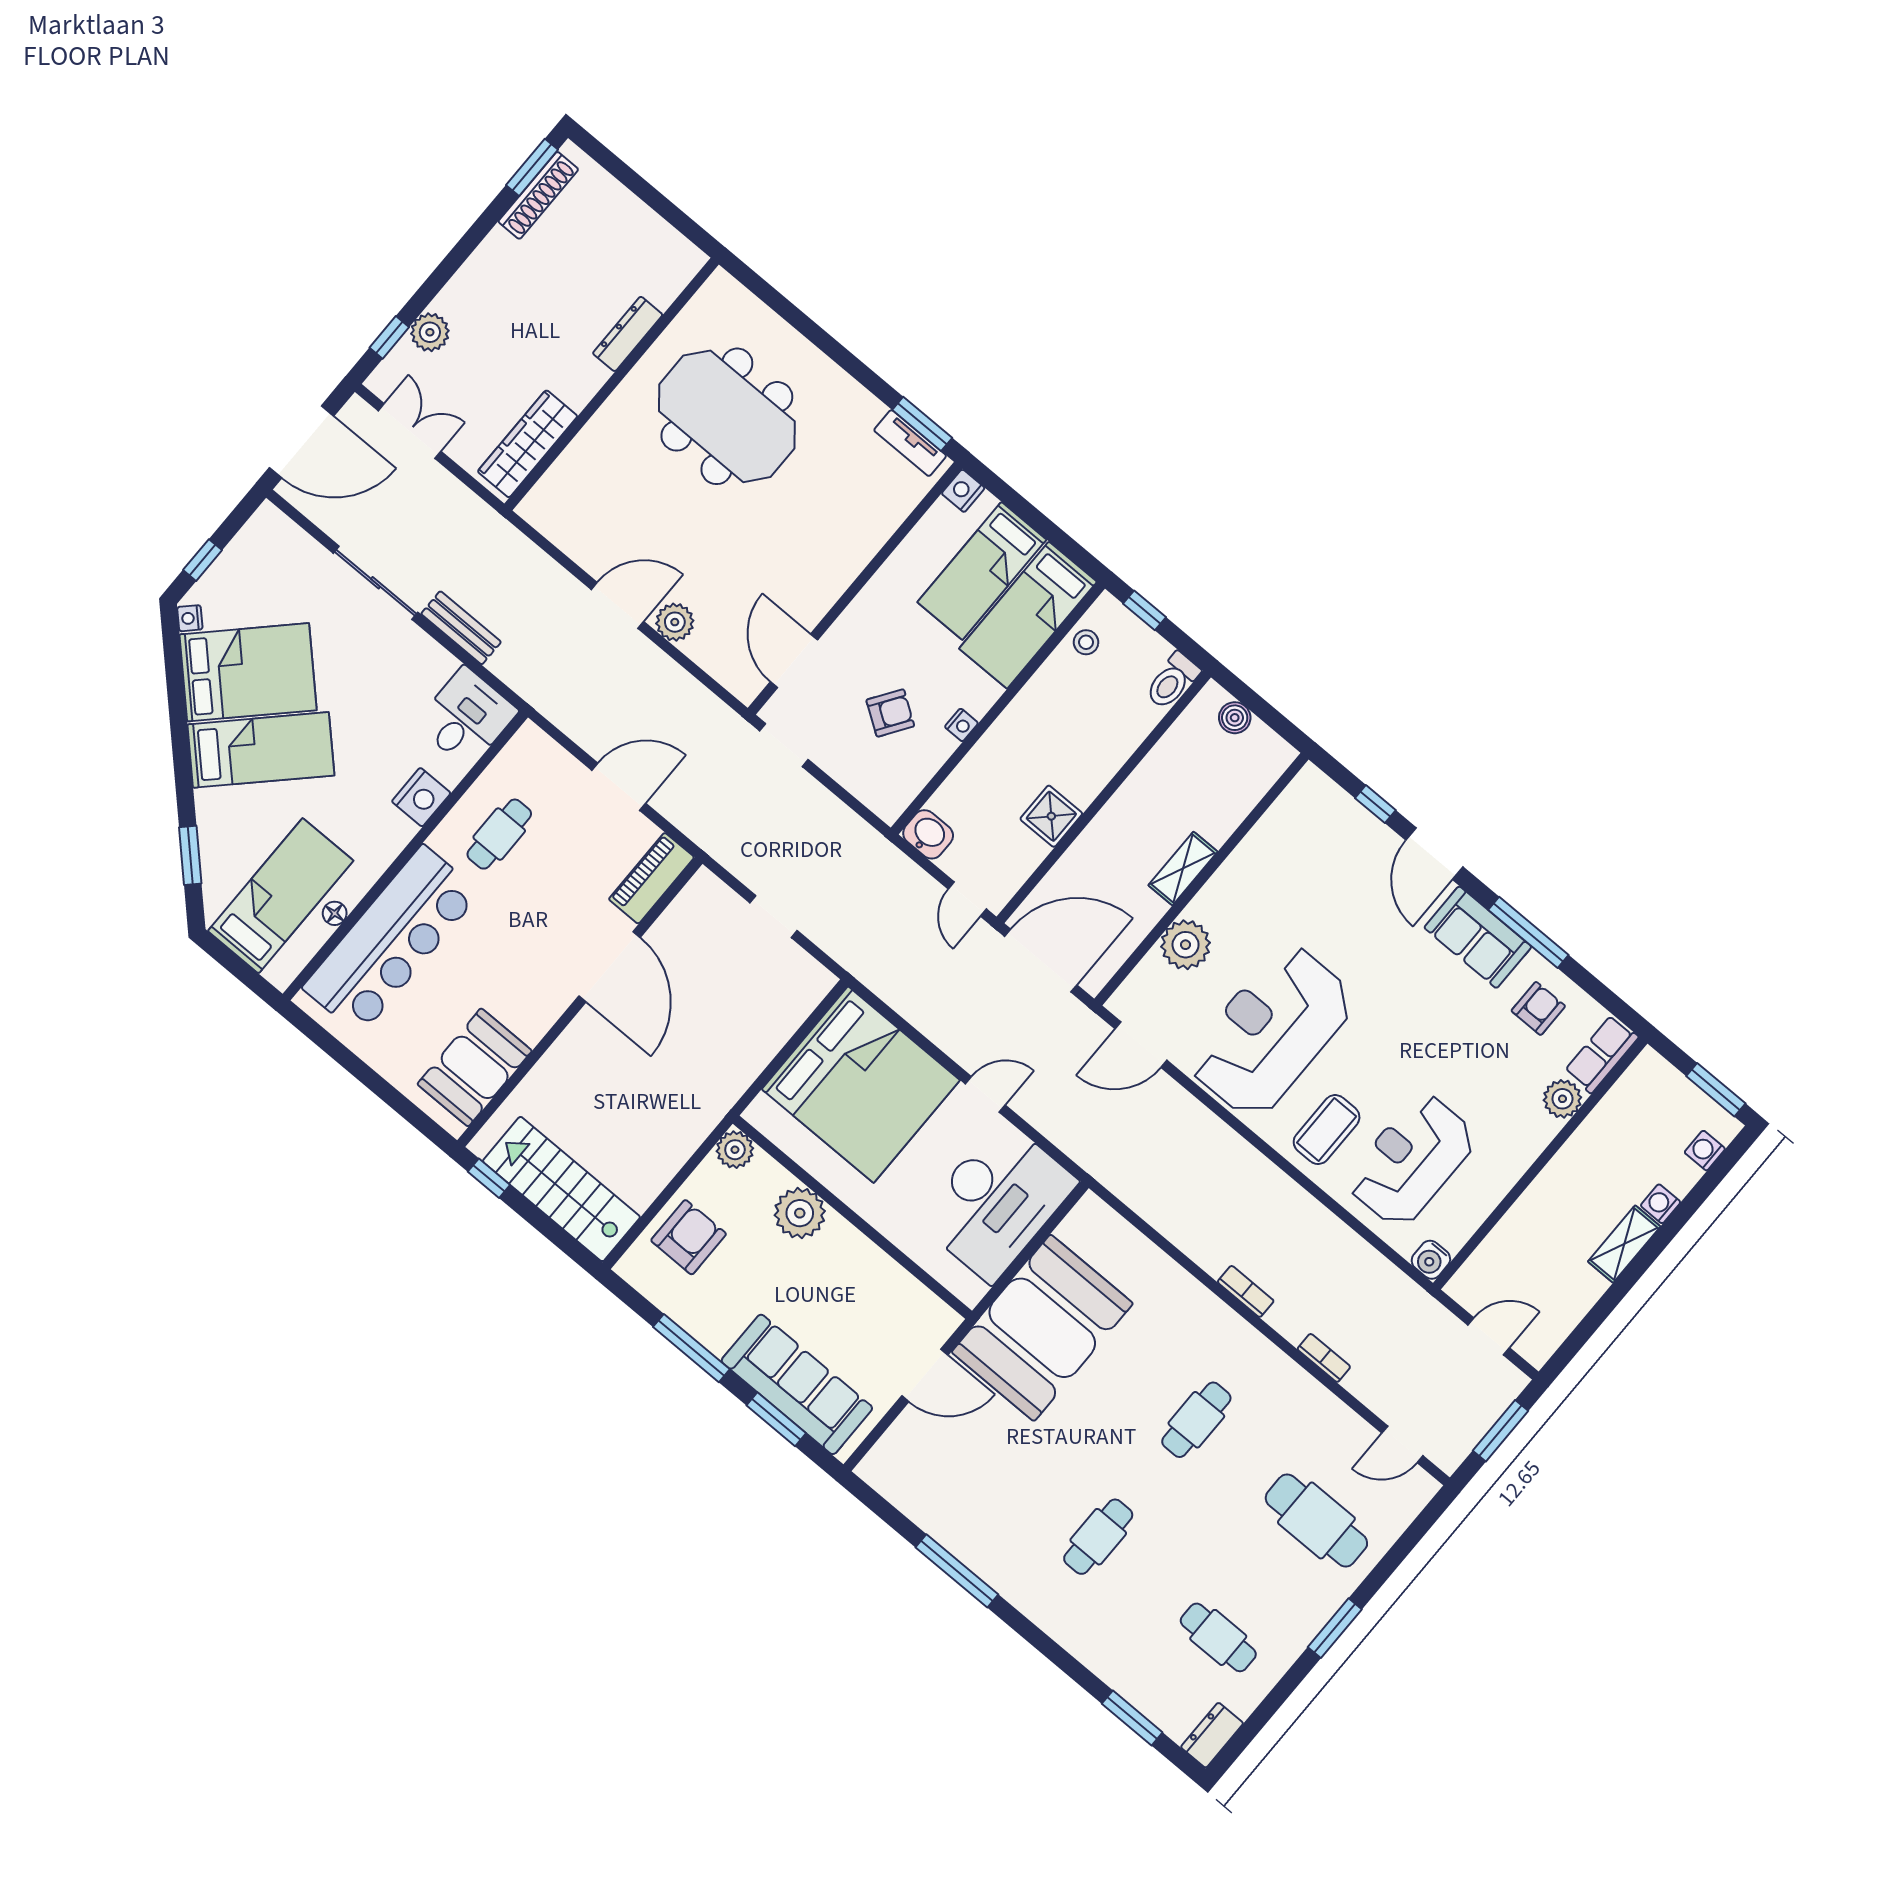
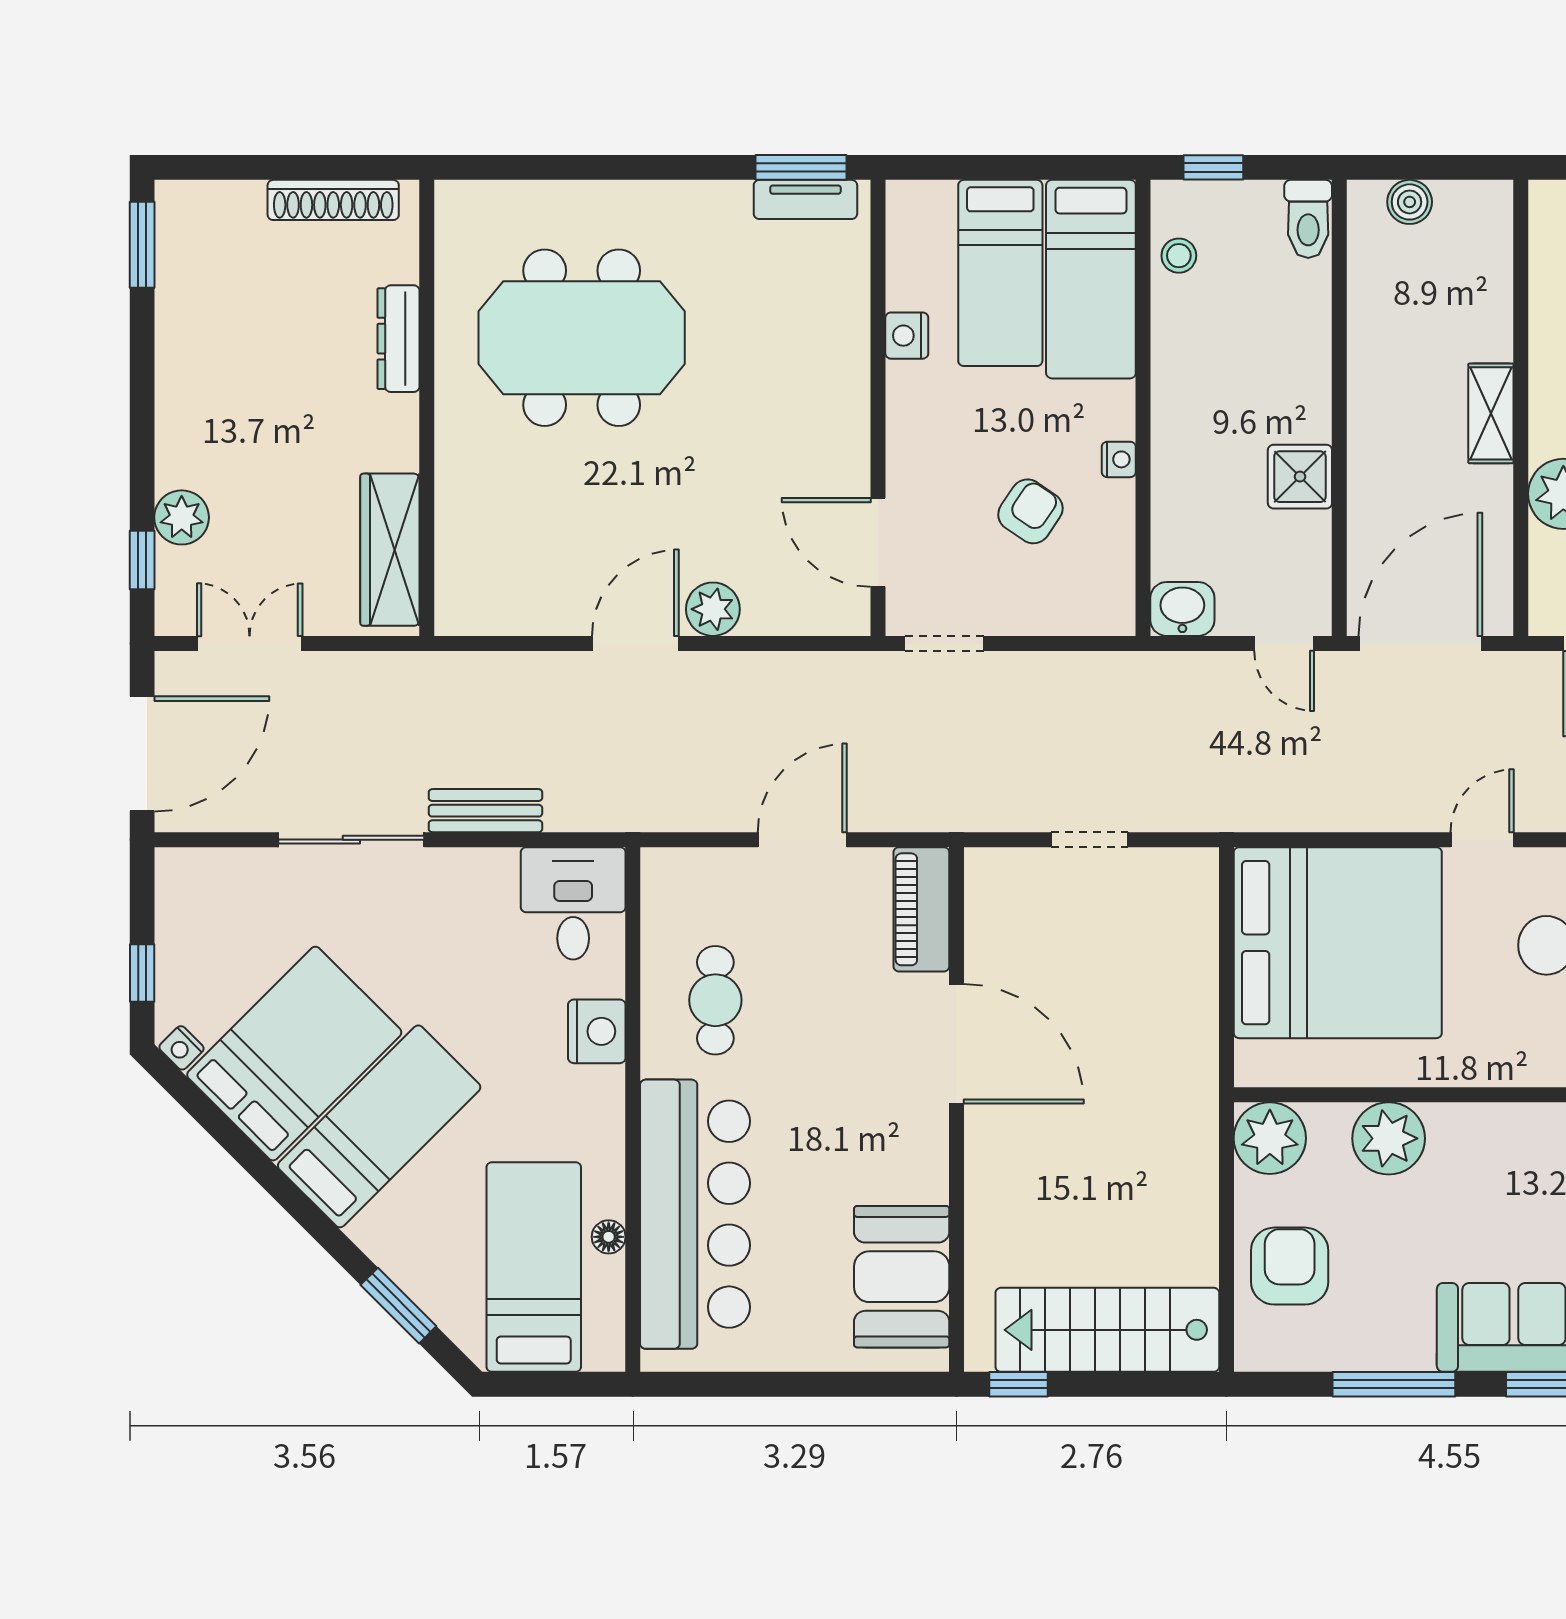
shoe rack: (538, 195) -> (333, 200), moved, turned 90
nightstand: (963, 491) -> (907, 336), moved
plant: (735, 1150) -> (1270, 1138), width x1.36, depth x1.36

